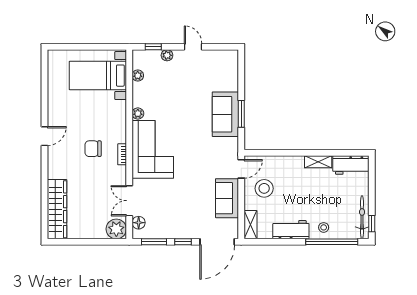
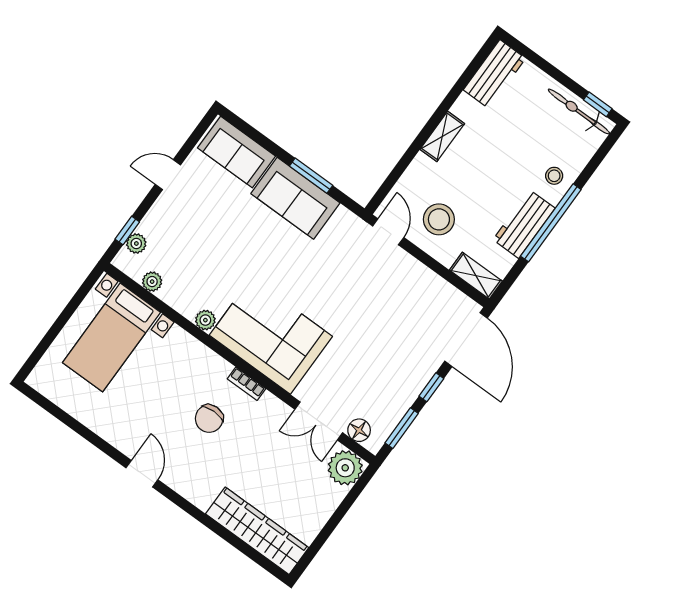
plant: (167, 55) -> (136, 244), moved
shelving: (318, 162) -> (442, 136), moved
sofa: (227, 198) -> (236, 152), moved
window: (332, 242) -> (551, 223), moved

